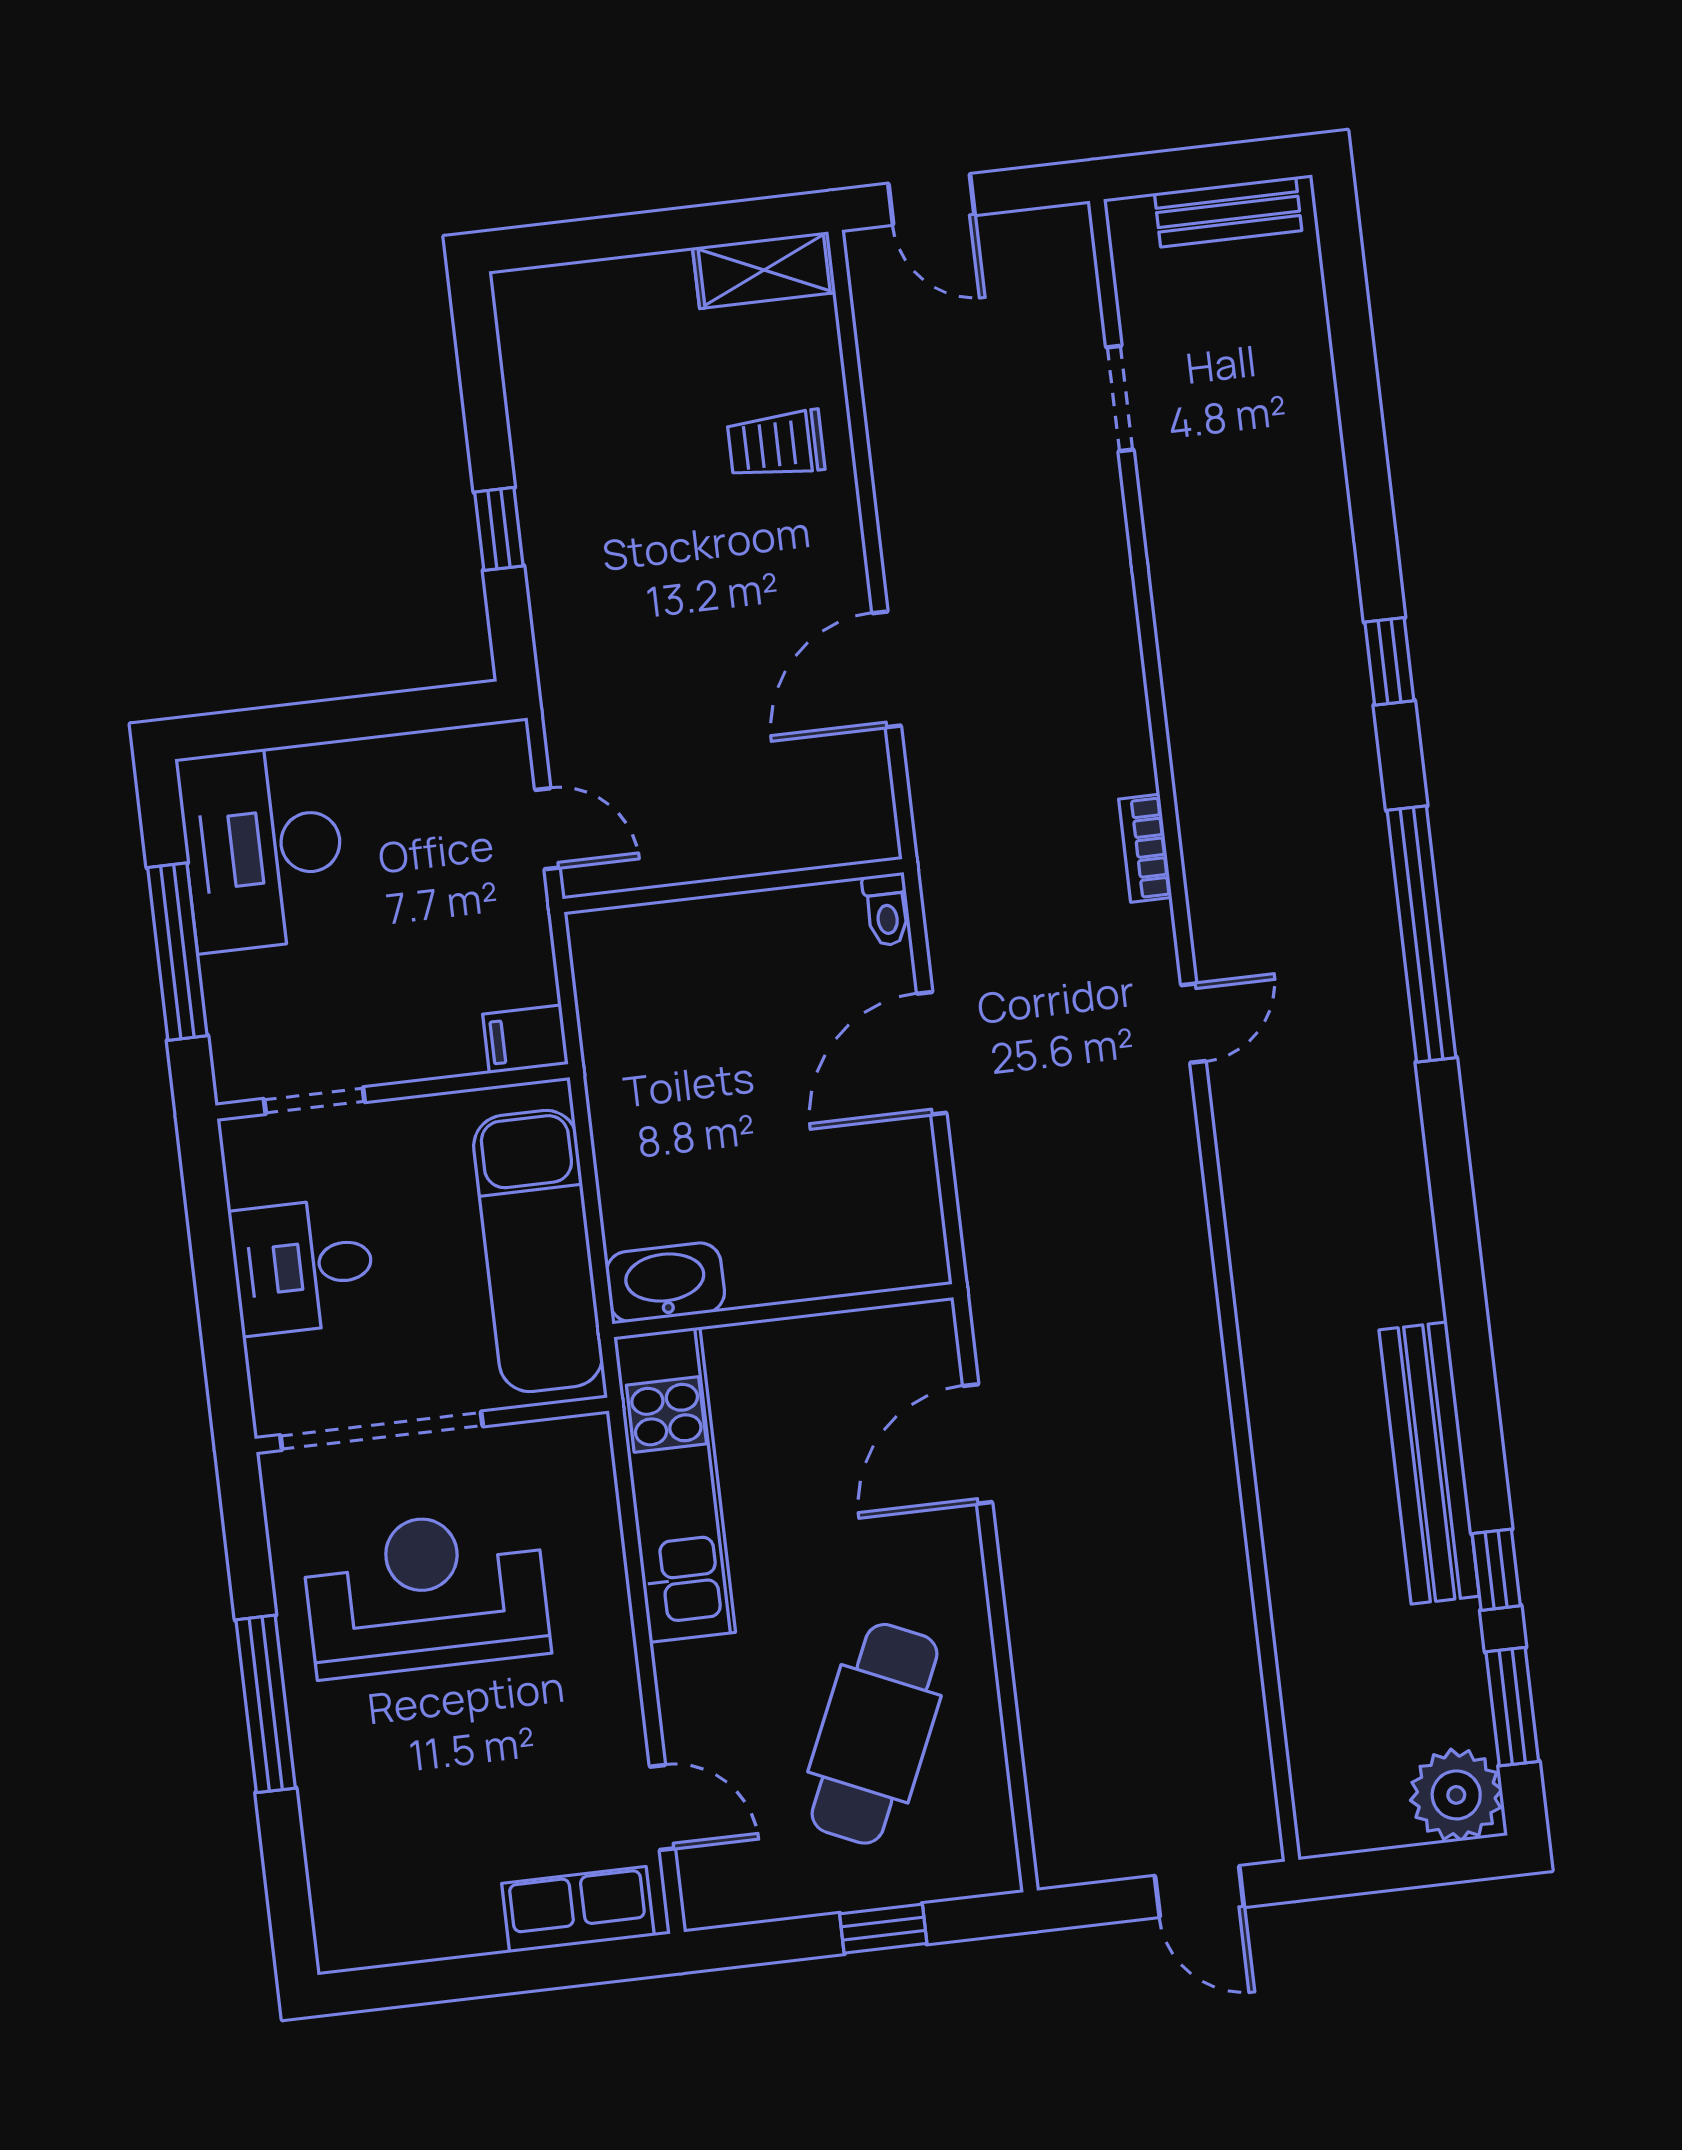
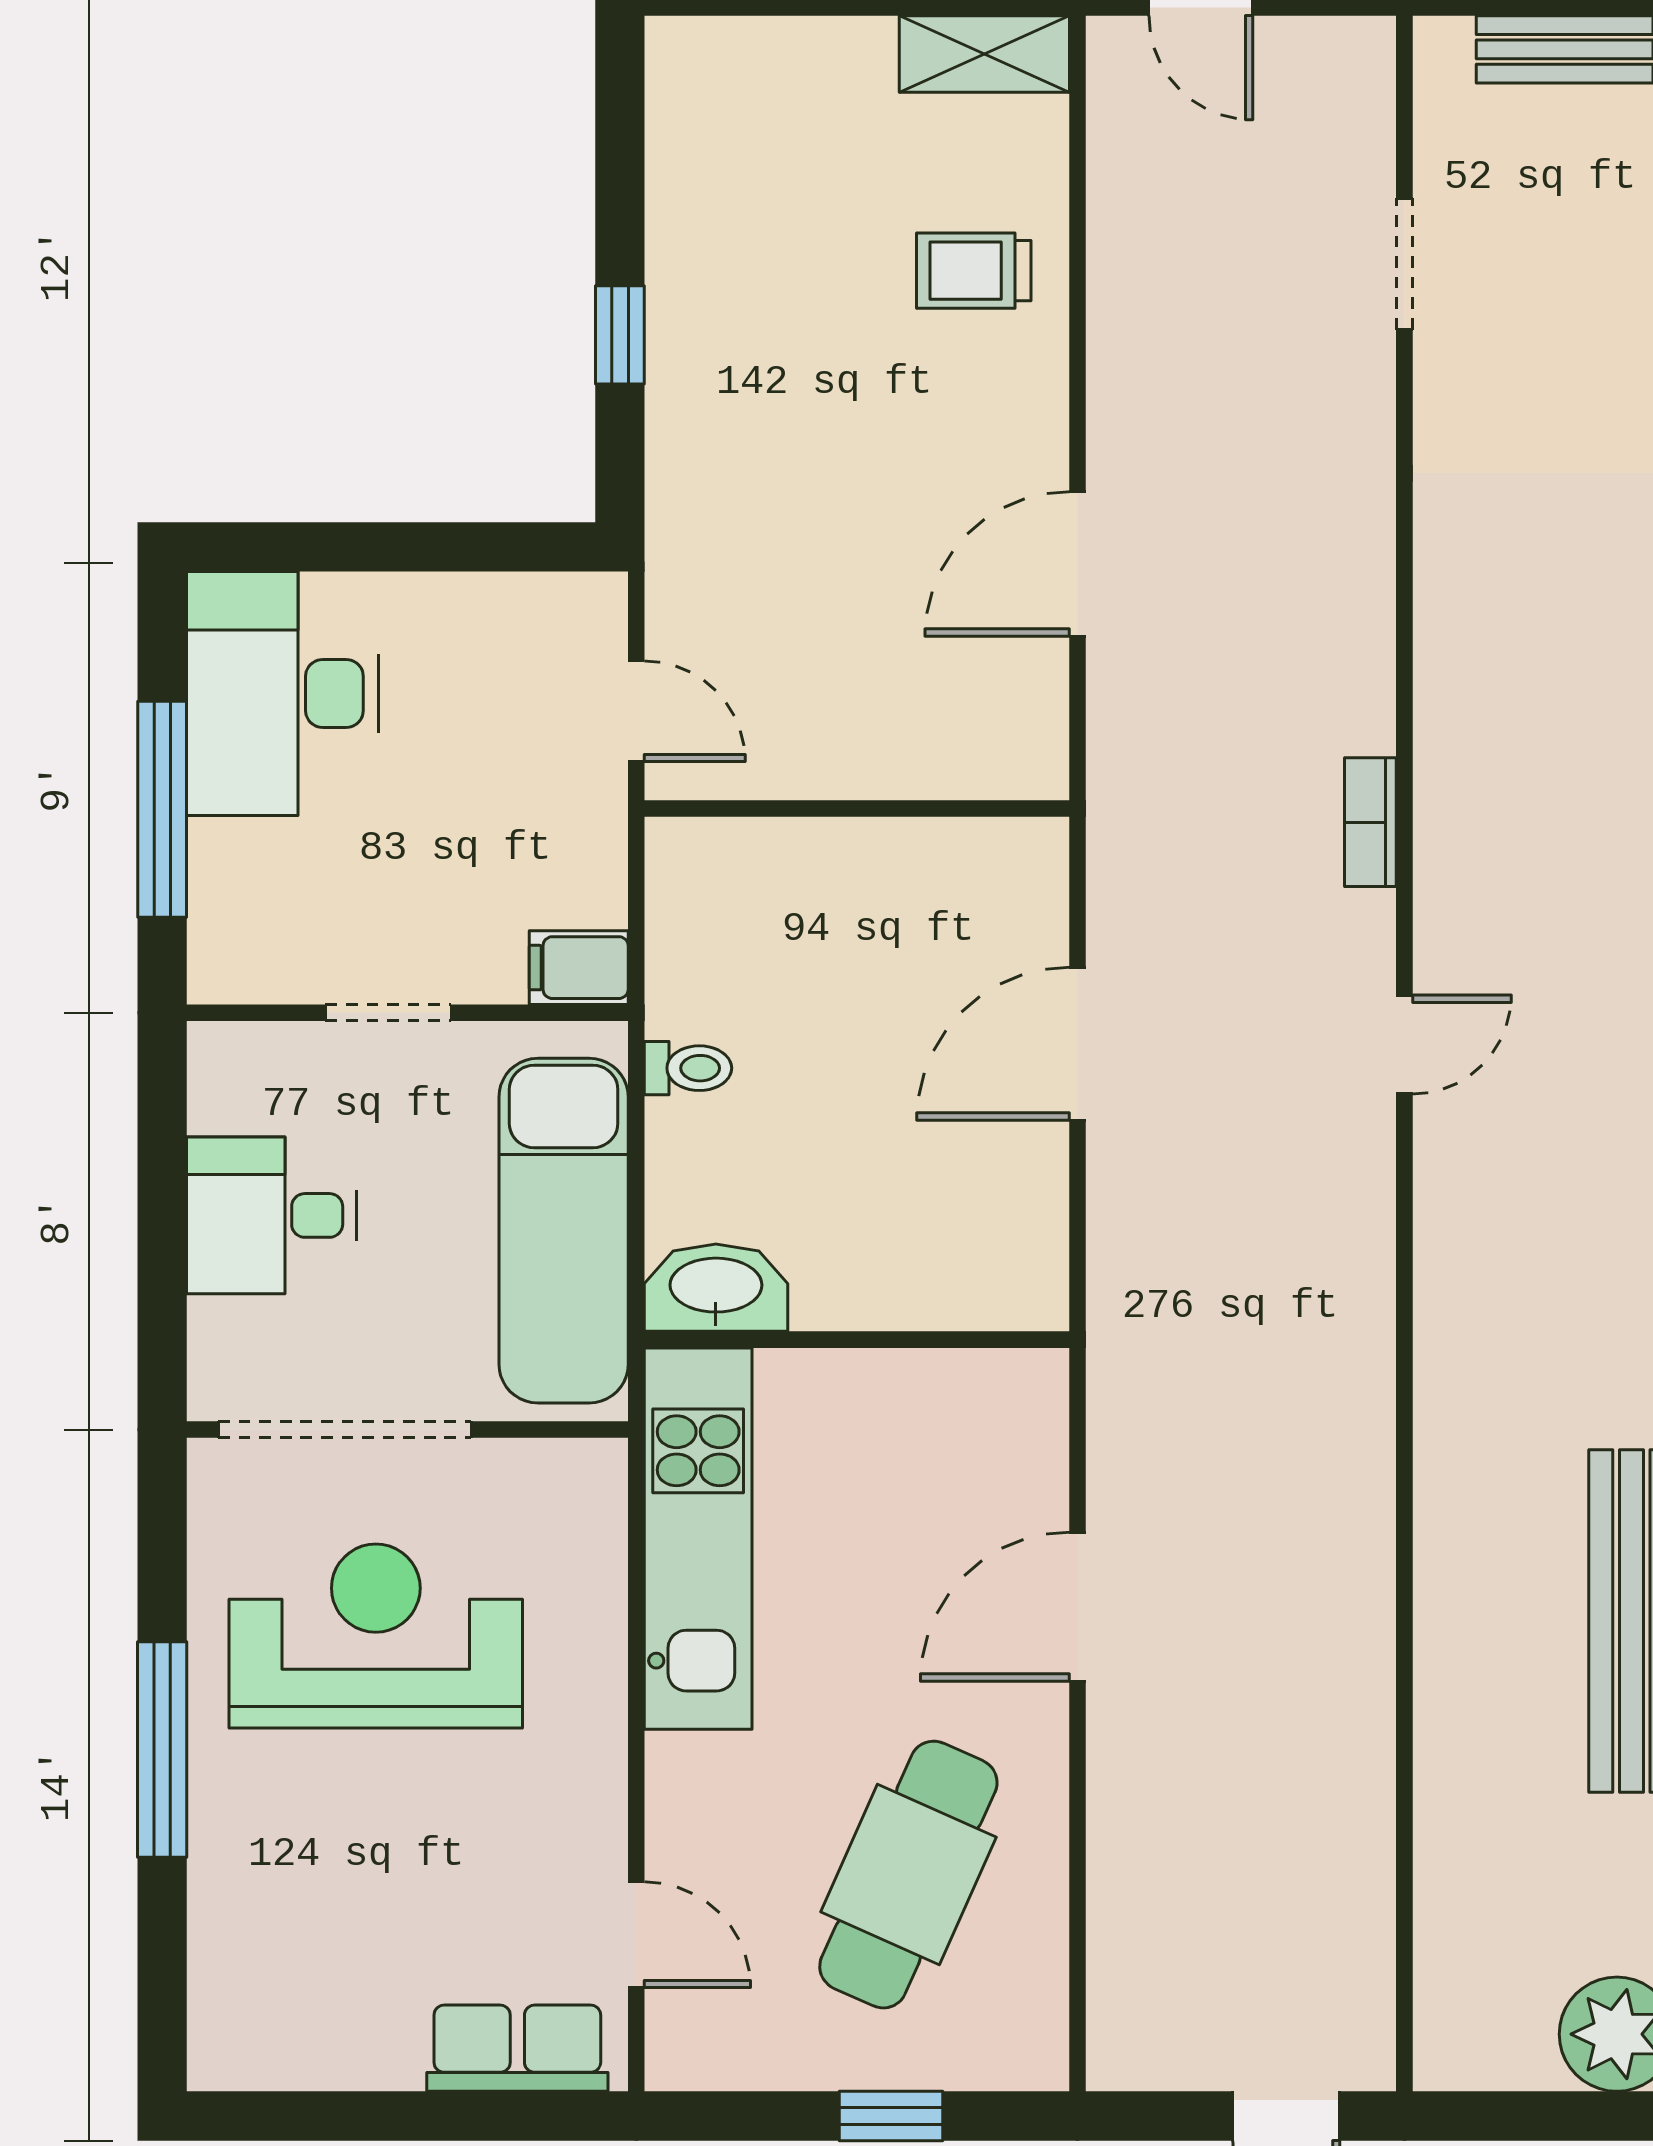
toilet: (887, 910) -> (688, 1068), moved, turned -90
doorway: (314, 1101) -> (388, 1013), moved
door: (978, 1444) -> (1078, 1607), moved

